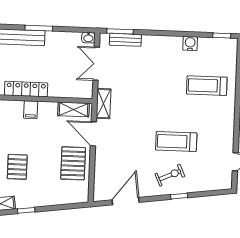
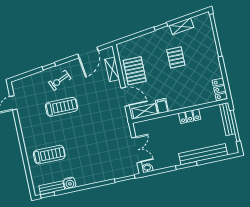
bench: (125, 40) -> (52, 188), moved
locker: (26, 89) -> (190, 116), width x0.66
shelving: (103, 104) -> (112, 69), moved
filing cabinet: (31, 110) -> (162, 106), moved

